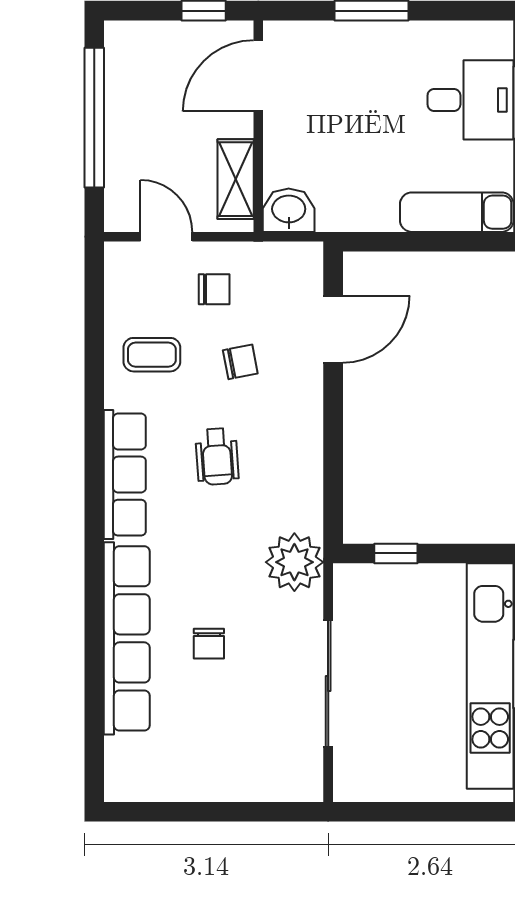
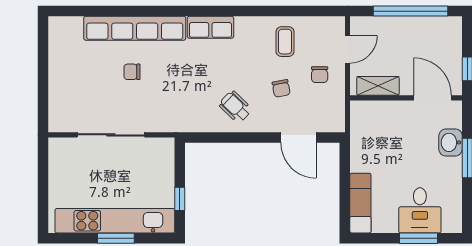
washbasin: (289, 210) -> (451, 142), moved, turned 180
wheelchair: (217, 457) -> (235, 107), moved, turned 48
row of seats: (125, 475) -> (210, 27), width x0.68
window: (396, 553) -> (180, 199), moved
plant: (294, 562) -> (175, 117), removed

